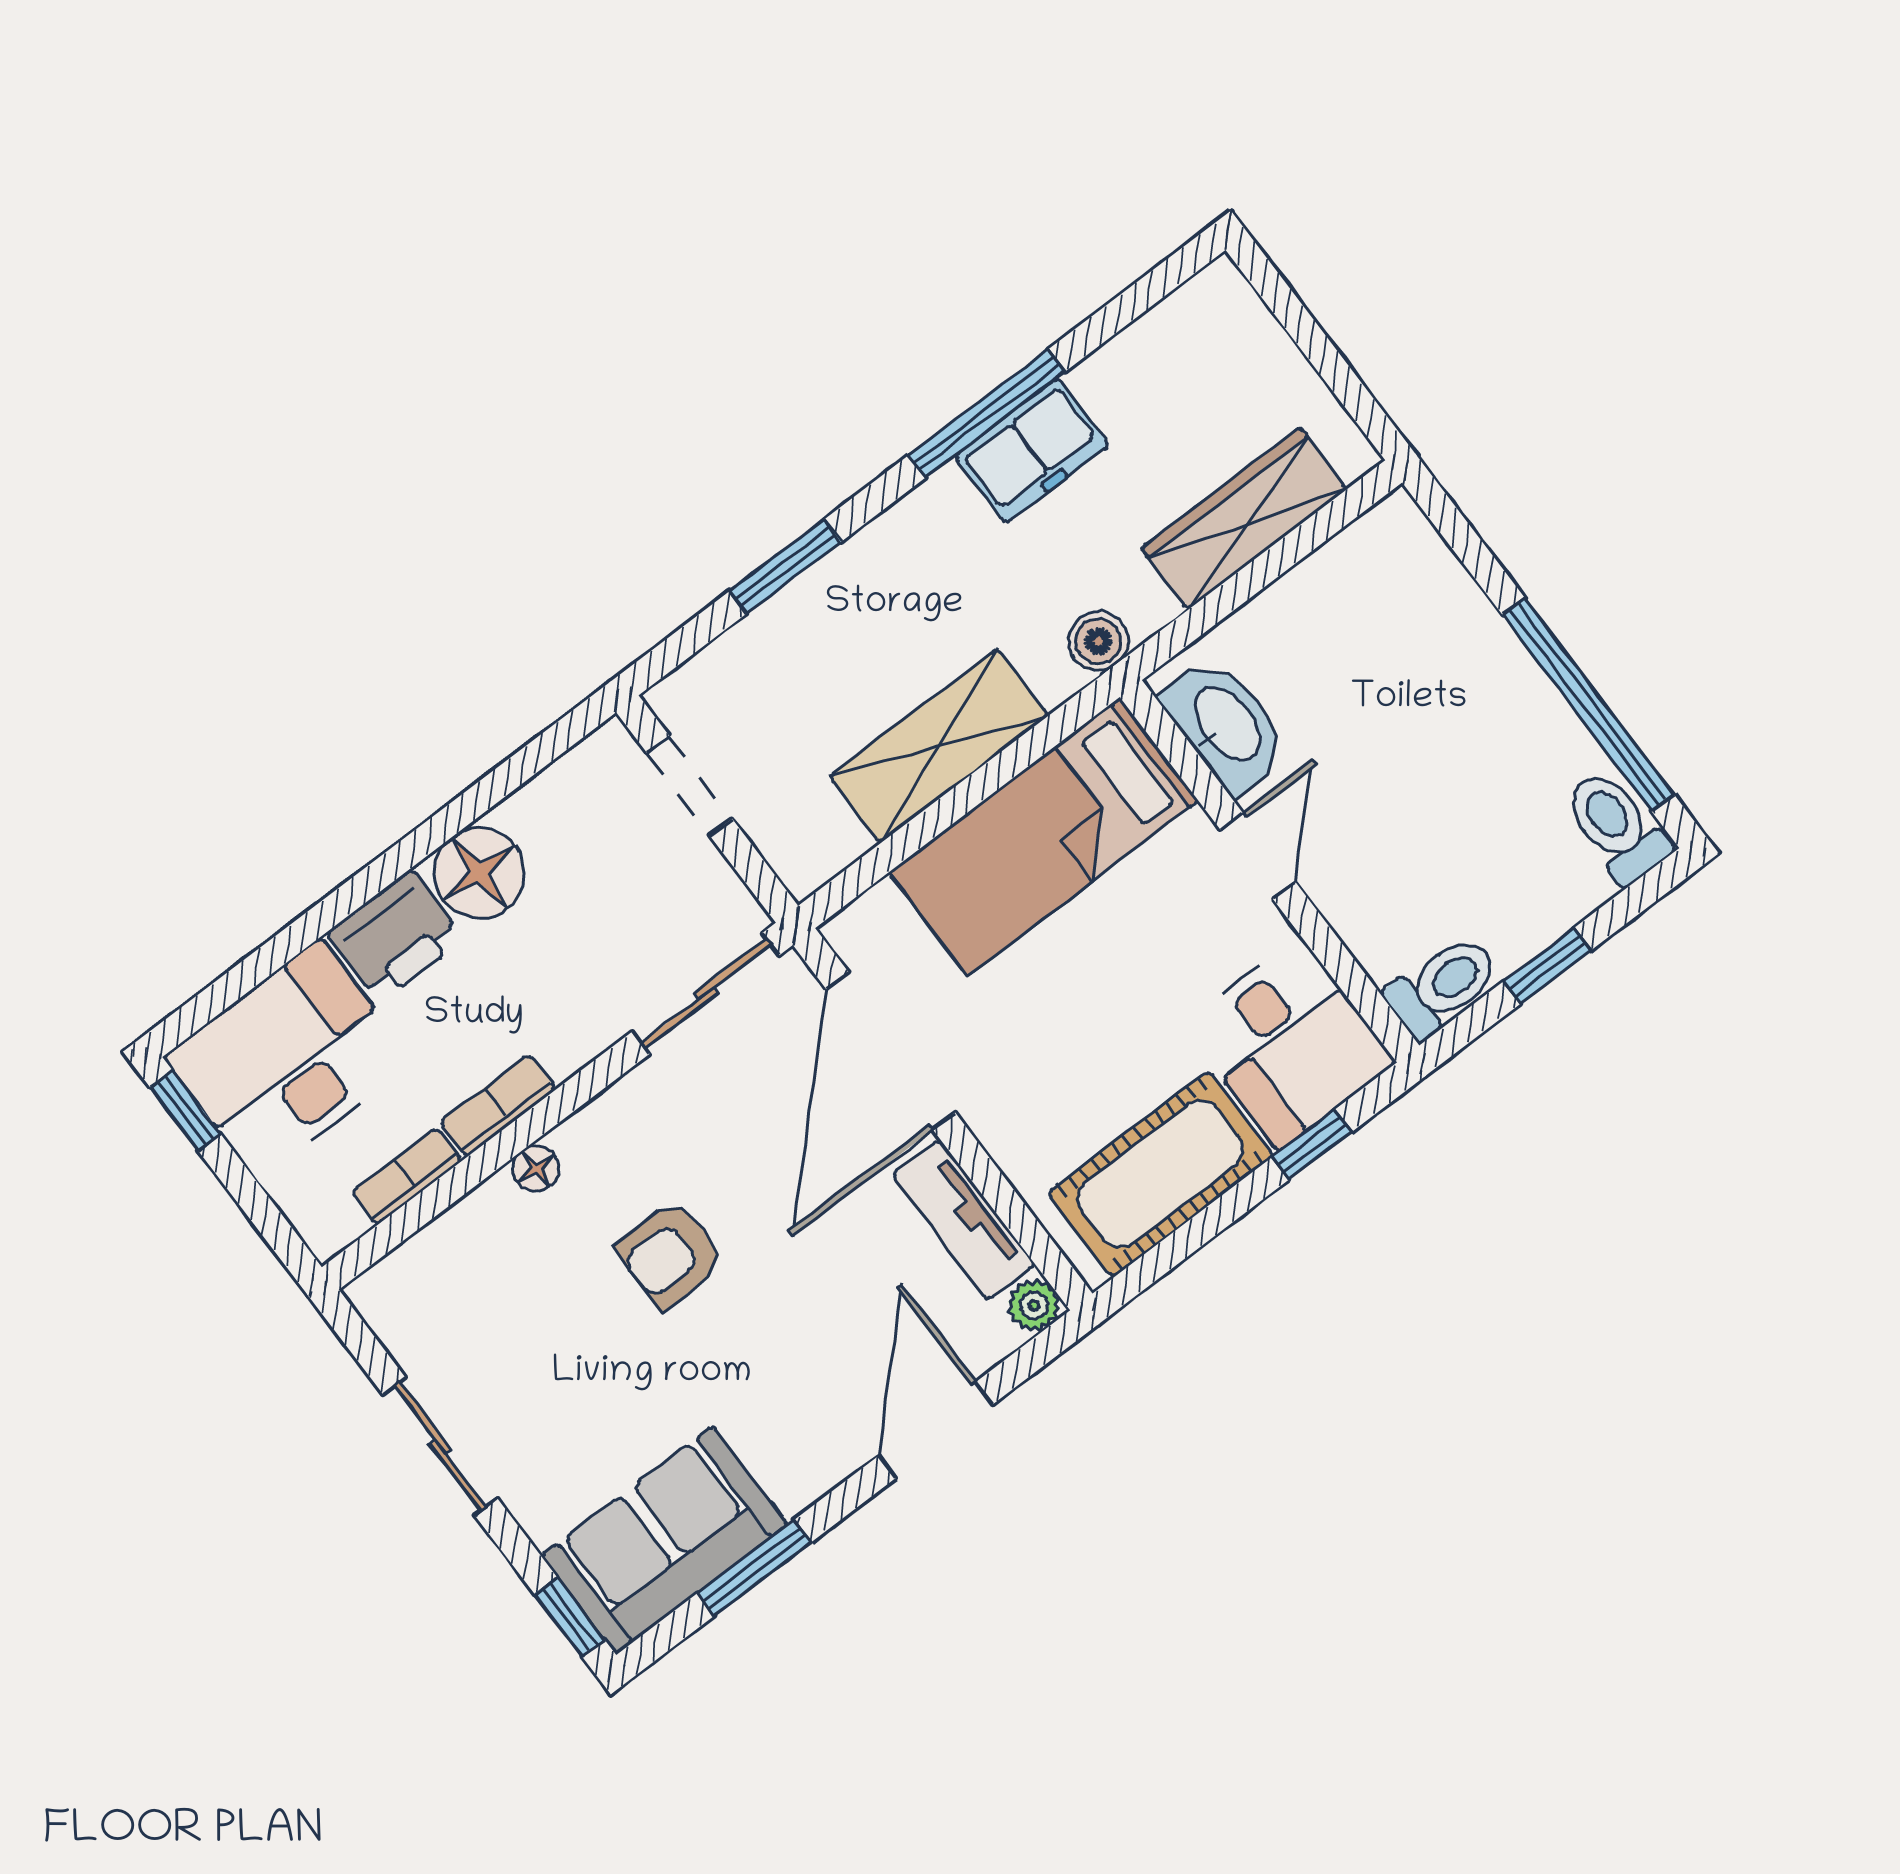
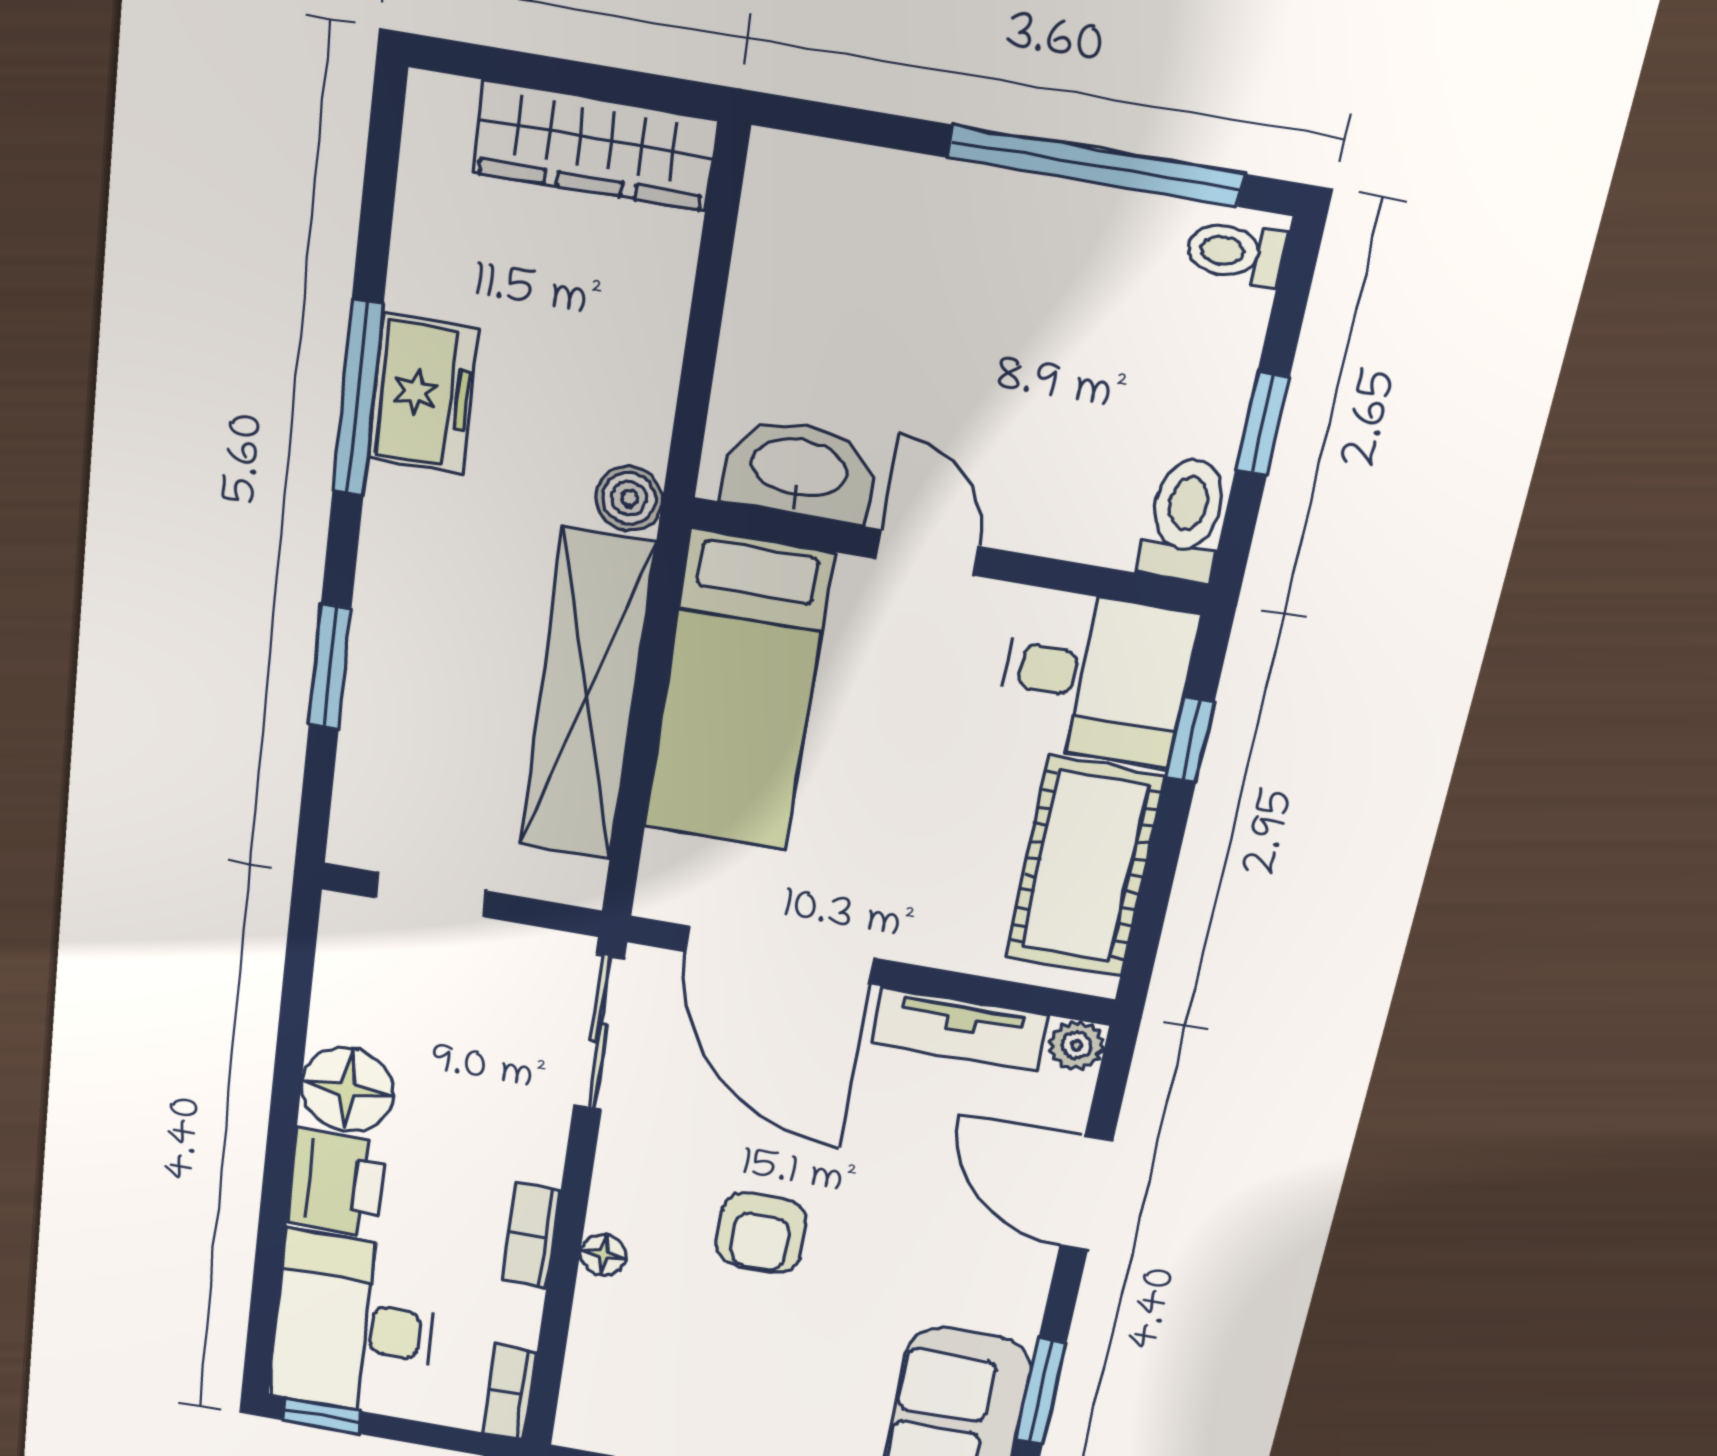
wardrobe: (1244, 519) -> (595, 146), moved, turned -90
shelving: (939, 746) -> (587, 696), width x1.47
toilet: (1616, 826) -> (1236, 252), width x0.73, depth x0.72
bookcase: (407, 1176) -> (510, 1392), moved

